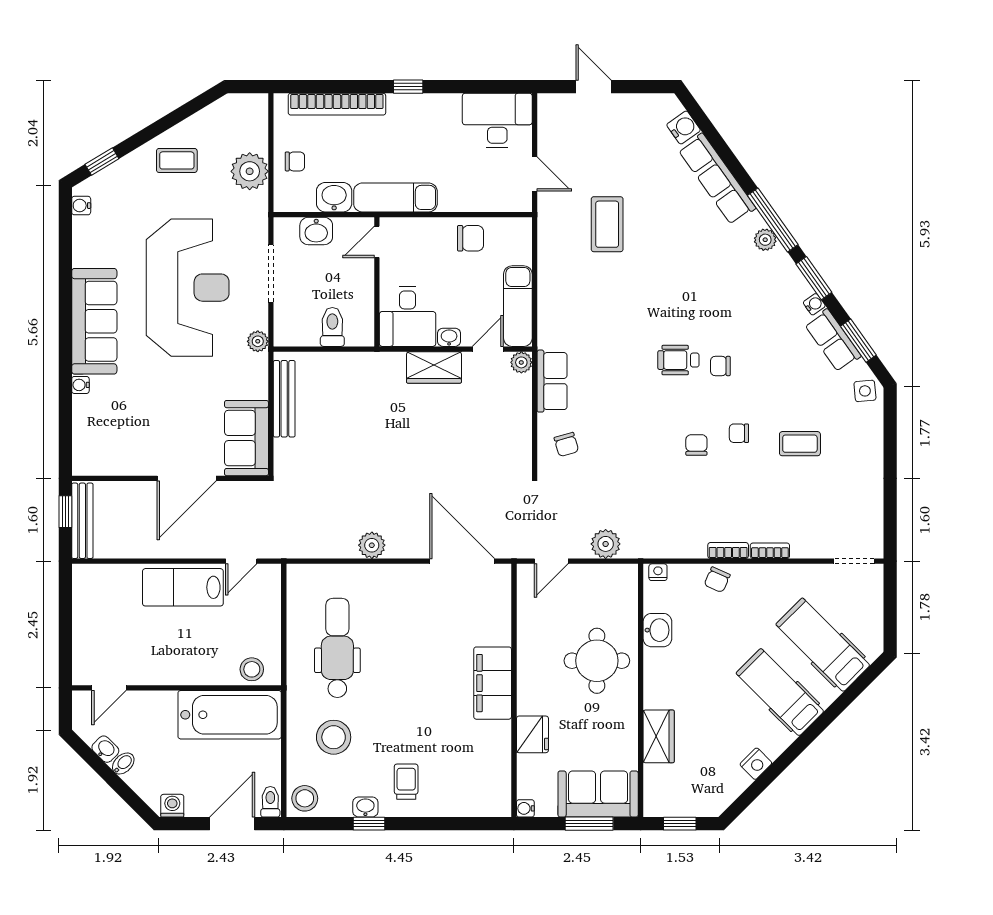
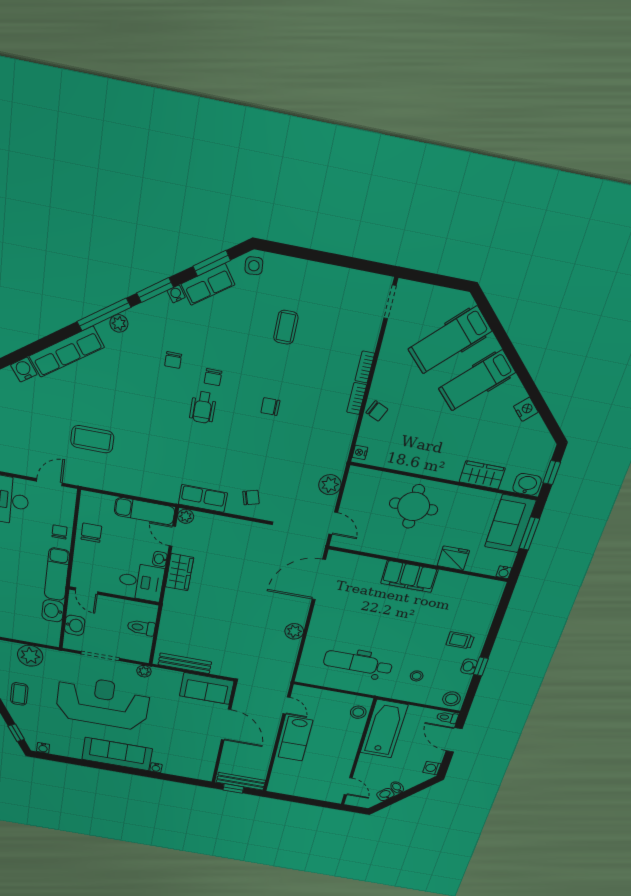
chair: (295, 161) -> (60, 532), moved
chair: (739, 433) -> (173, 360), moved
washbasin: (657, 630) -> (527, 484), moved
stool: (334, 737) -> (417, 676), width x0.53, depth x0.53

